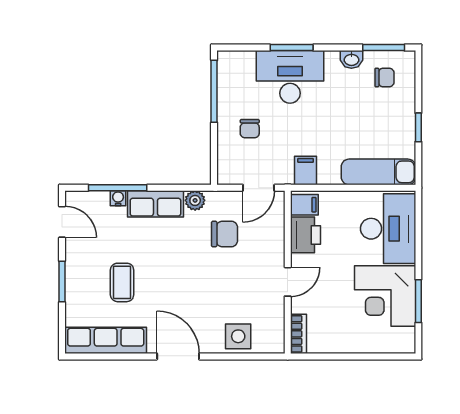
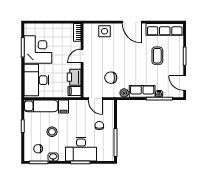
stool: (354, 115) -> (52, 132), added
filing cabinet: (306, 170) -> (63, 107), moved
door: (259, 188) -> (95, 99), swing flipped

